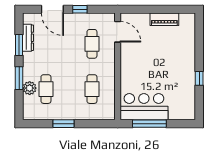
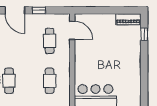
piano: (164, 19) -> (128, 19), moved
window: (199, 78) -> (144, 34), moved

